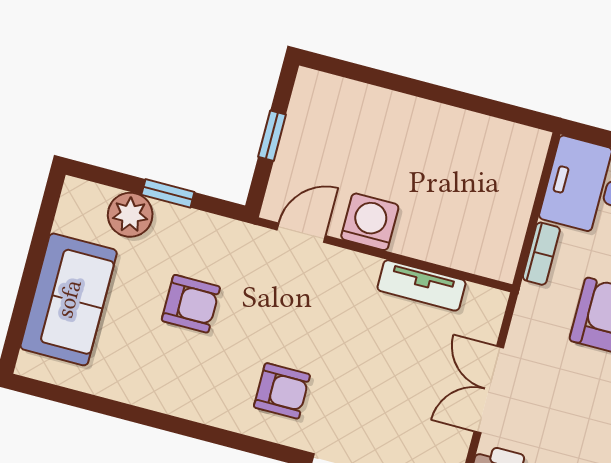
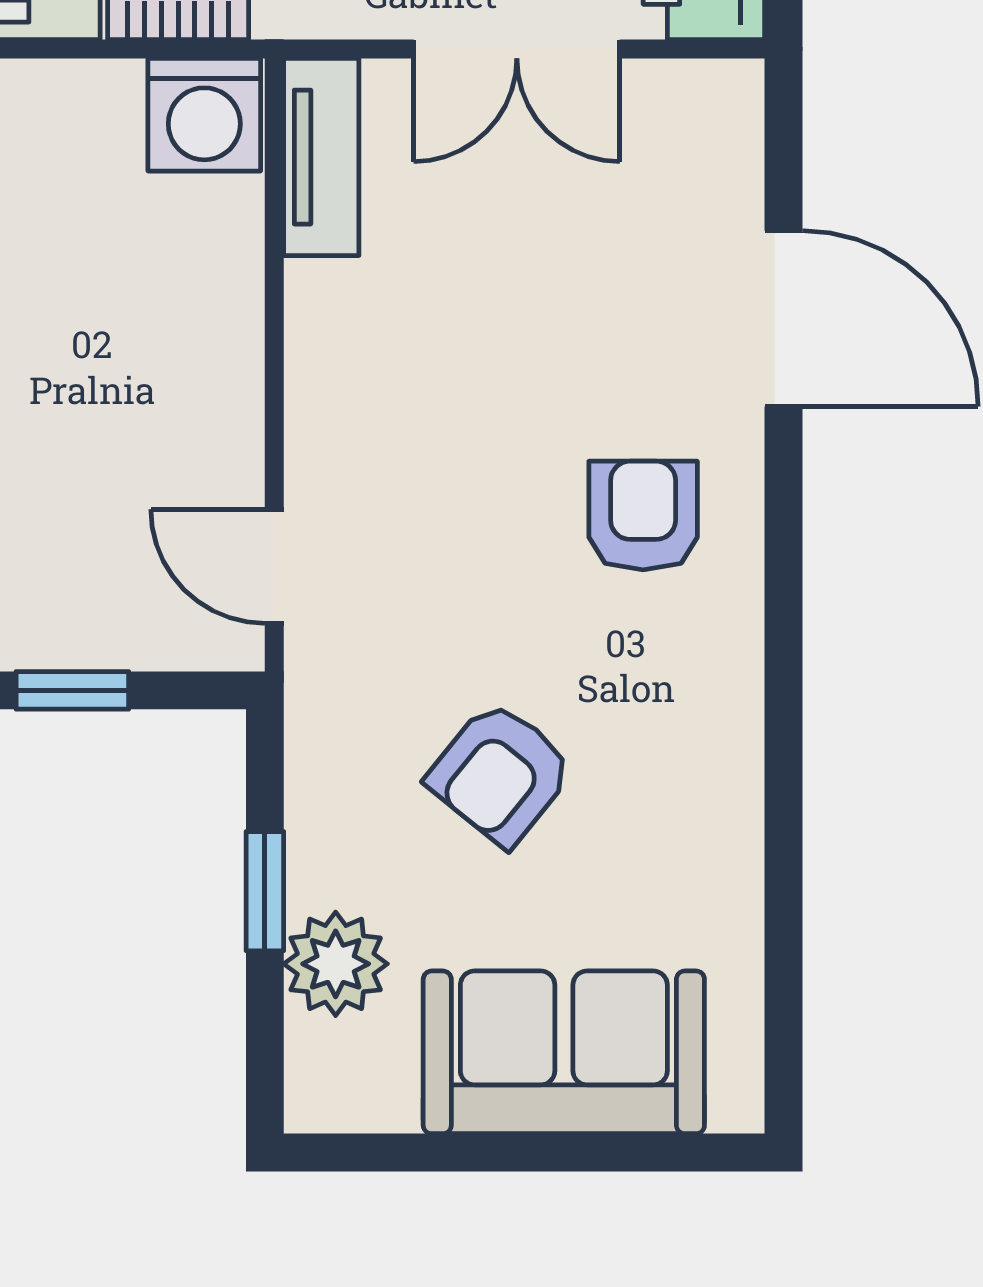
washing machine: (370, 222) -> (204, 115), moved, turned -90
tv unit: (421, 285) -> (321, 157), moved
armchair: (191, 304) -> (501, 773), turned -141

